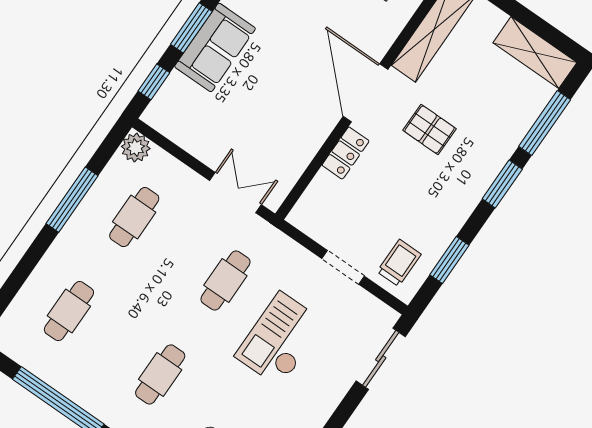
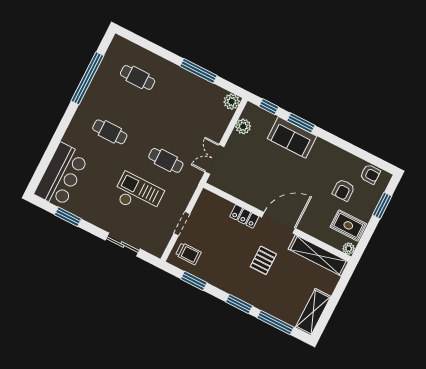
plant: (183, 133) -> (243, 126), added
double door: (235, 193) -> (215, 159), swing flipped
cafe table: (134, 217) -> (194, 106), removed
sliding door: (381, 359) -> (123, 245), moved

